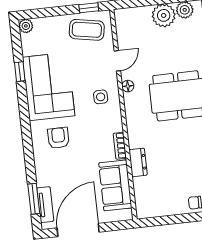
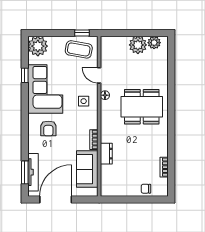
plant: (26, 26) -> (38, 46), width x1.88, depth x1.88
door: (117, 61) -> (99, 75), swing flipped
armchair: (58, 138) -> (48, 129), turned 180
tv unit: (45, 205) -> (33, 172), width x1.41

